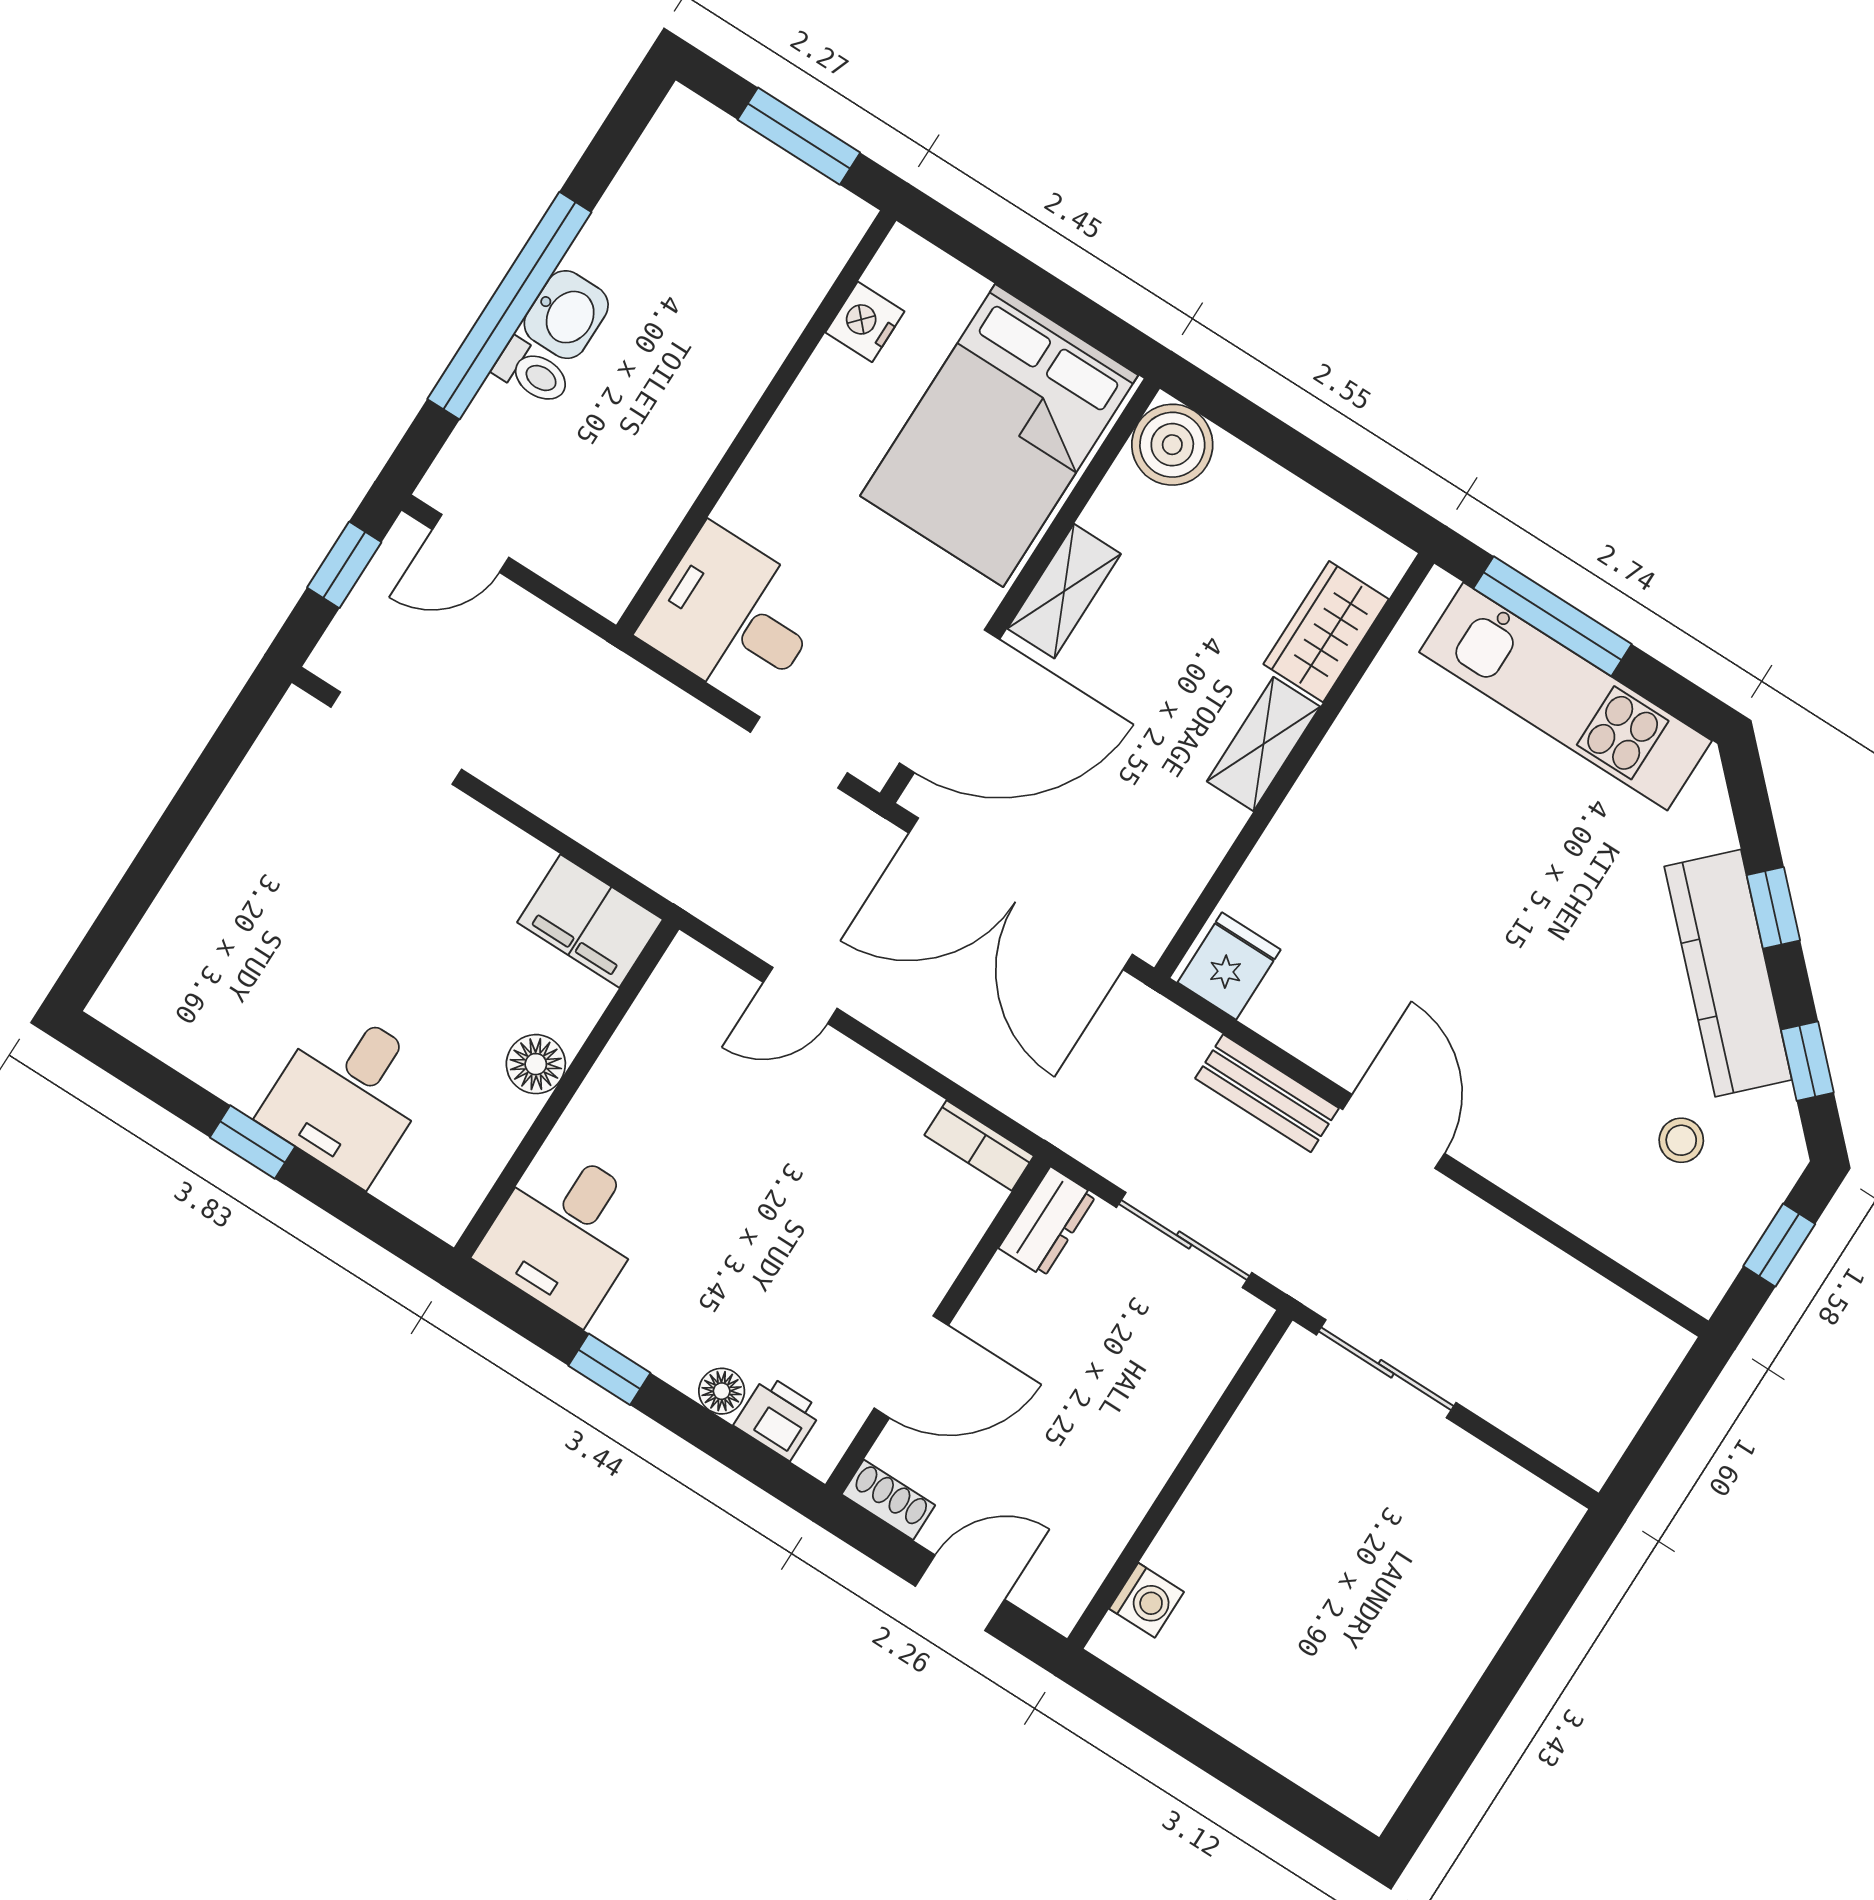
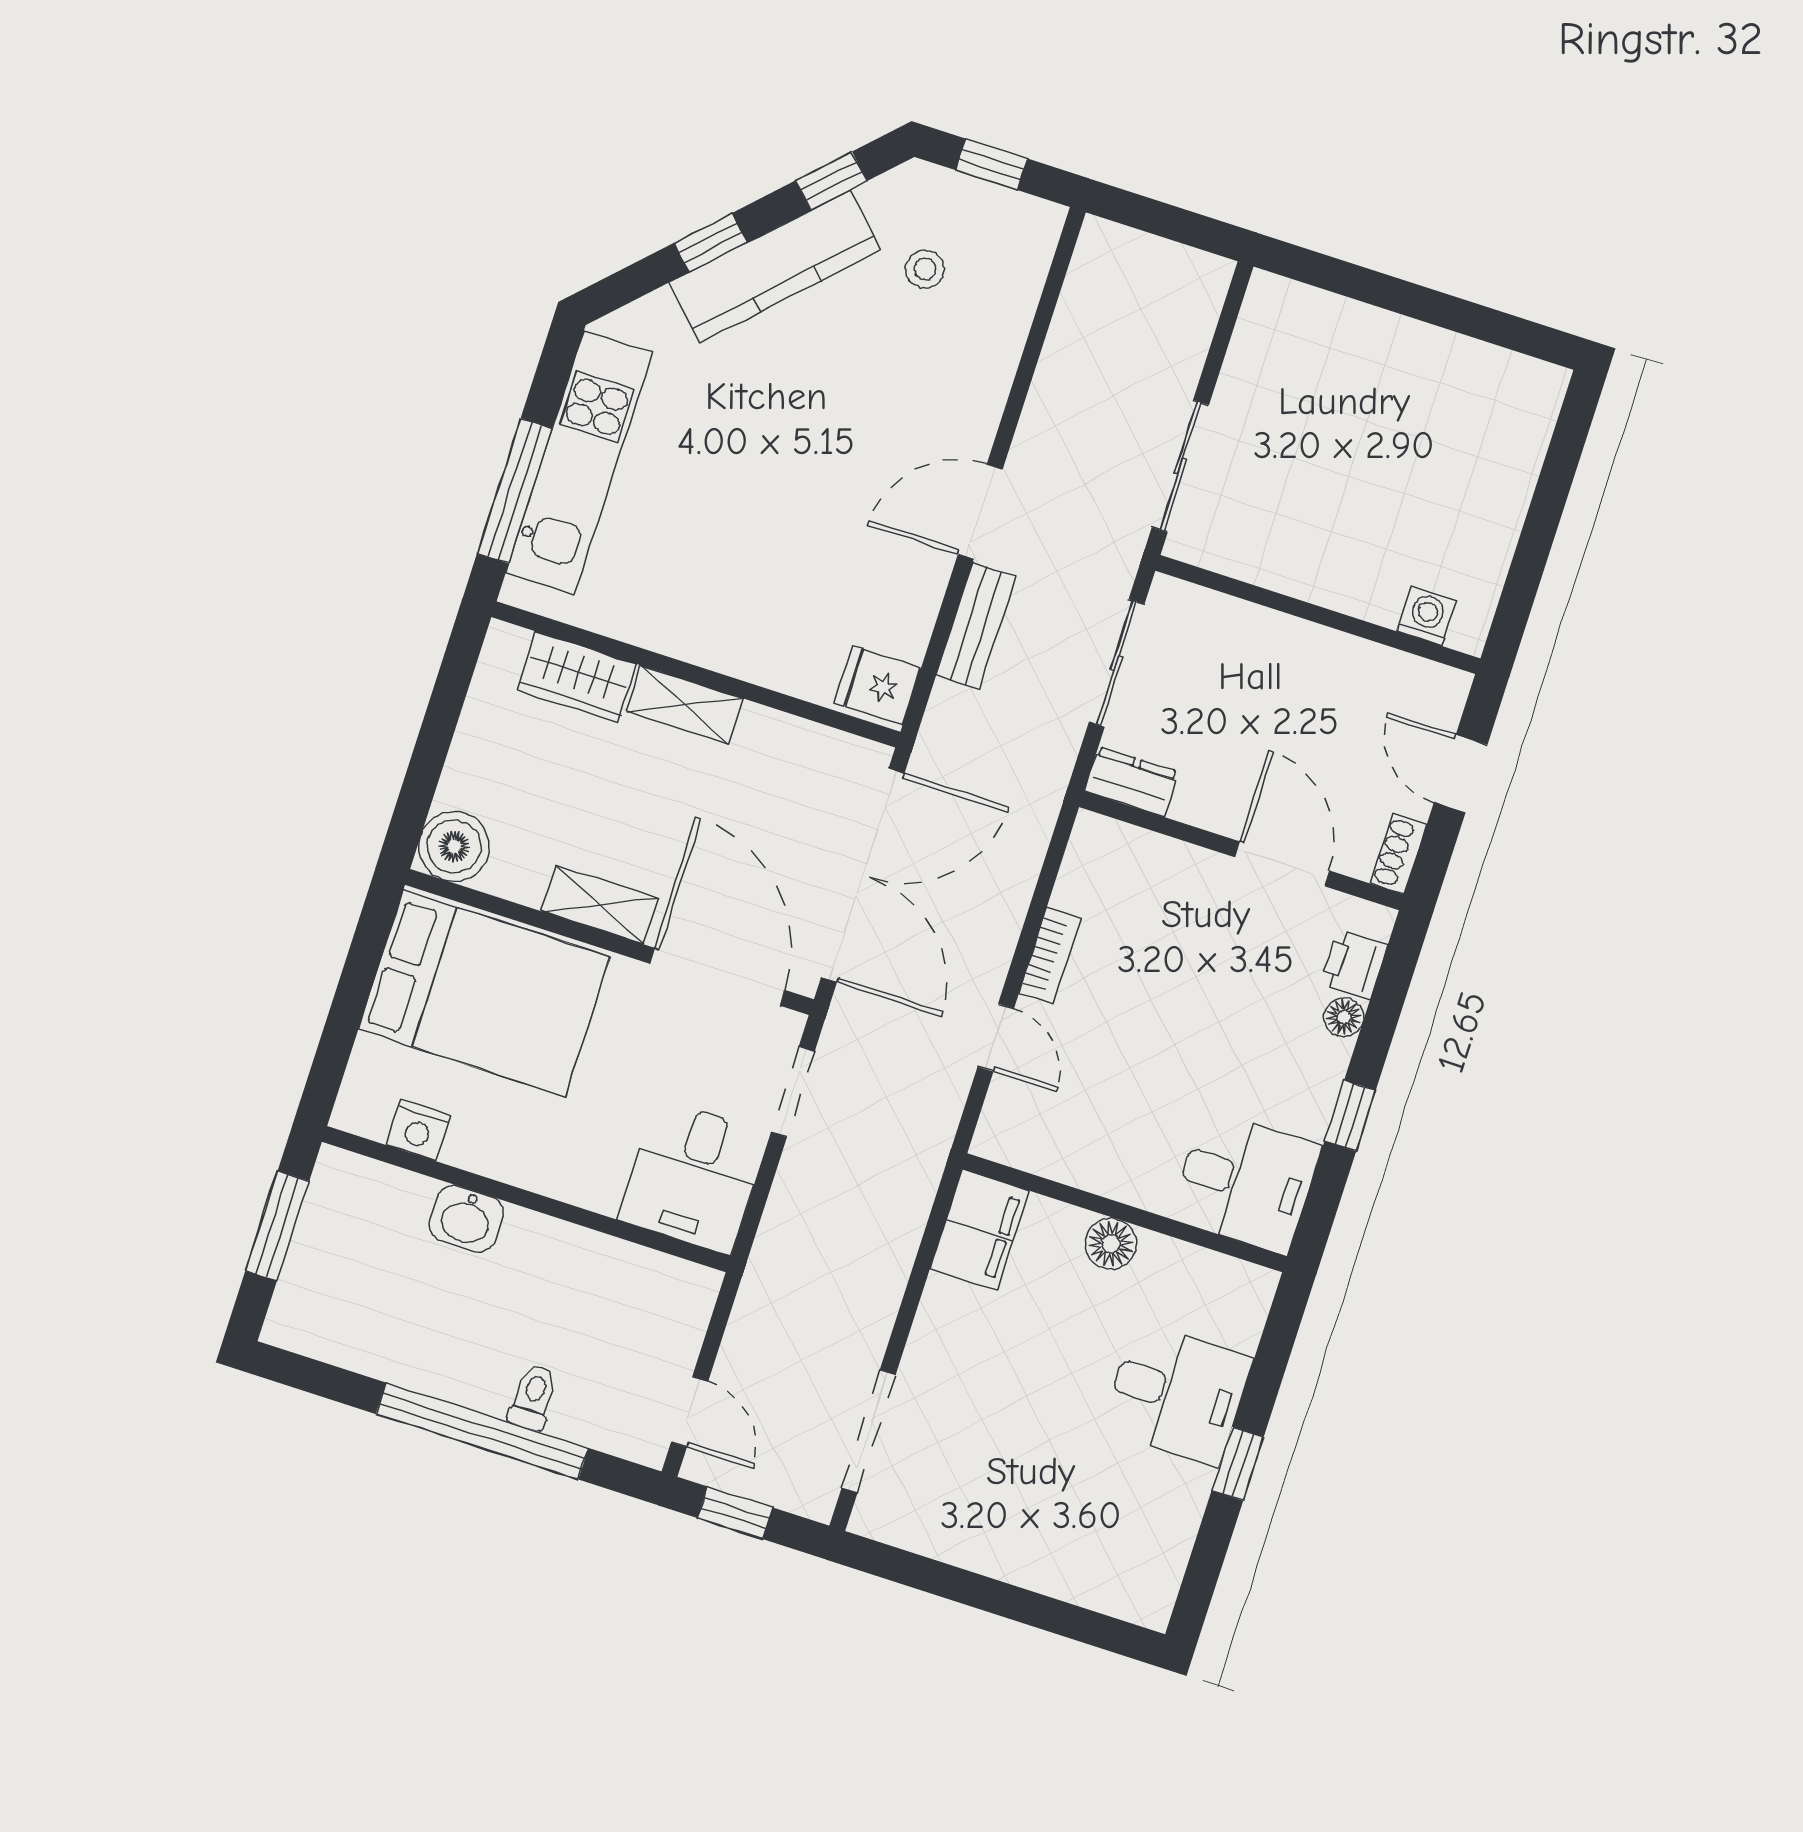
washbasin: (566, 315) -> (466, 1219), moved, turned 180
bookcase: (979, 1145) -> (1050, 956), moved

